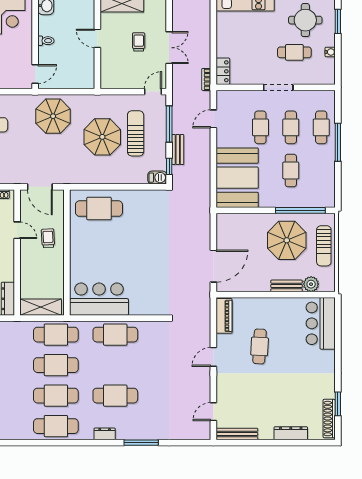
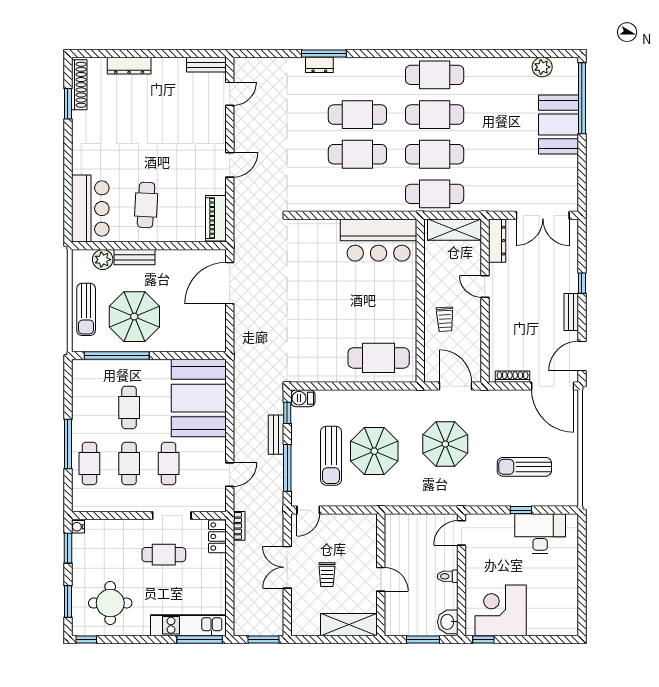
cafe table: (294, 52) -> (164, 555), moved
water cooler: (330, 52) -> (78, 527), moved
window: (338, 62) -> (68, 548), added
doorway: (278, 87) -> (172, 515), moved
parasol: (53, 116) -> (445, 444), moved
door: (17, 230) -> (485, 287), moved
sun lounger: (324, 246) -> (86, 309), turned 180
cafe table: (115, 335) -> (357, 154), moved
cafe table: (260, 346) -> (146, 205), moved
dresser: (105, 434) -> (319, 65), moved
bench: (237, 434) -> (206, 65), width x0.73

